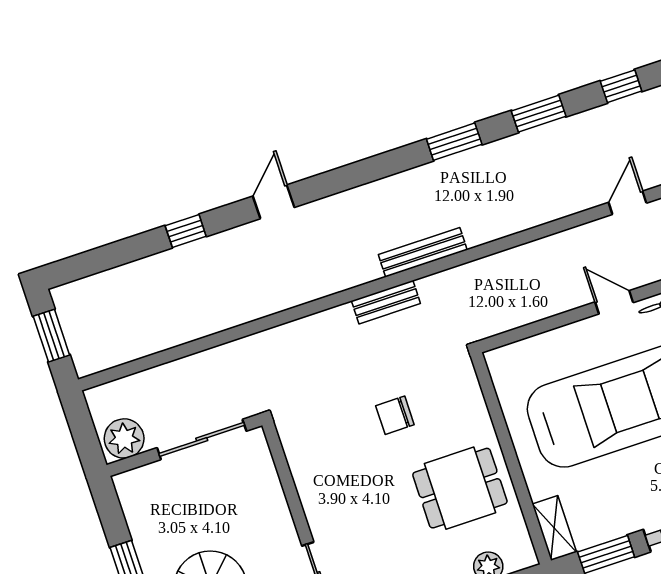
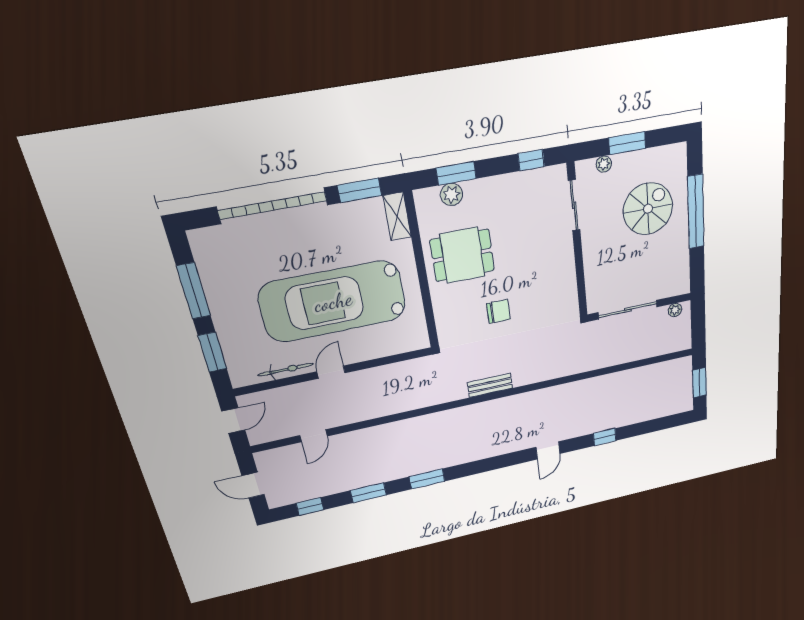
bench: (423, 252) -> (460, 414), removed
door: (614, 302) -> (331, 372), swing flipped
plant: (124, 438) -> (675, 310), width x0.53, depth x0.53

